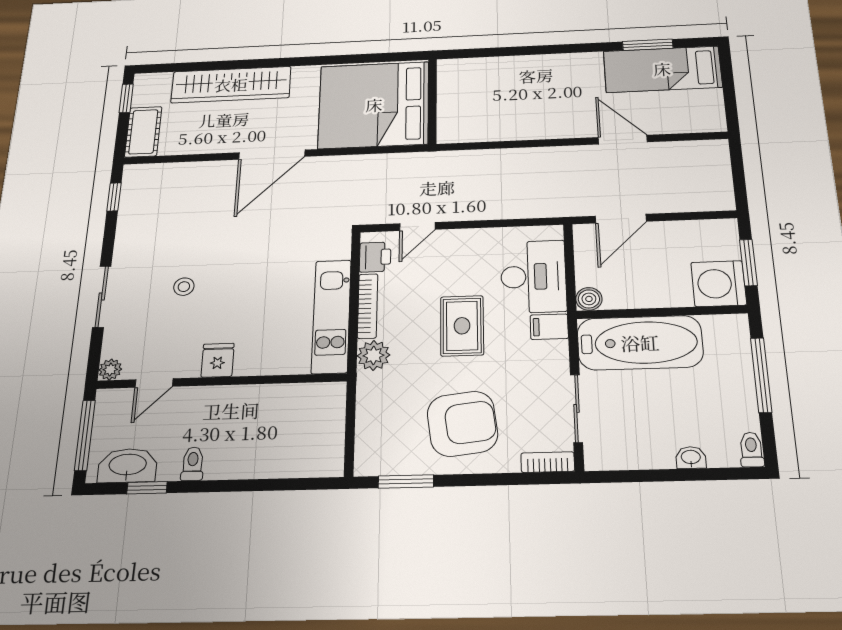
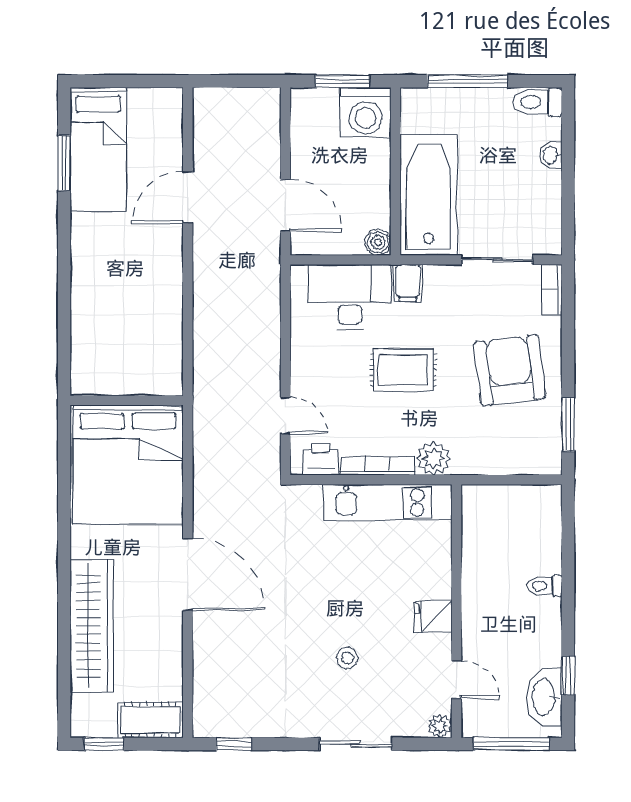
toilet: (751, 450) -> (538, 102), width x1.37, depth x1.39
toilet: (193, 464) -> (544, 586), moved

